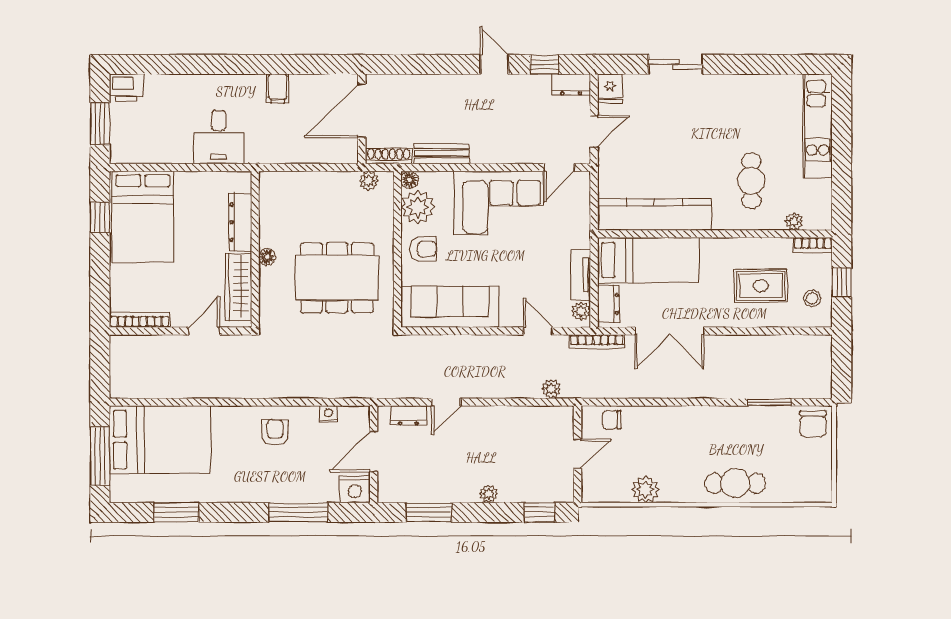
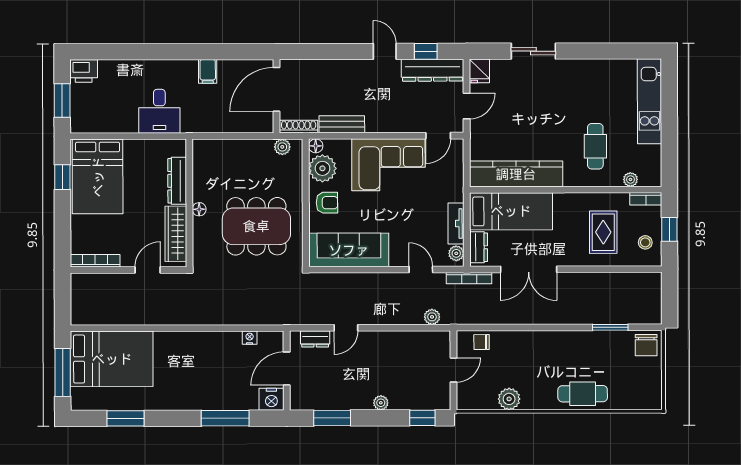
dresser: (571, 85) -> (432, 70), width x1.96, depth x1.24
rug: (761, 286) -> (603, 232), turned 90
armchair: (275, 433) -> (206, 353), removed

